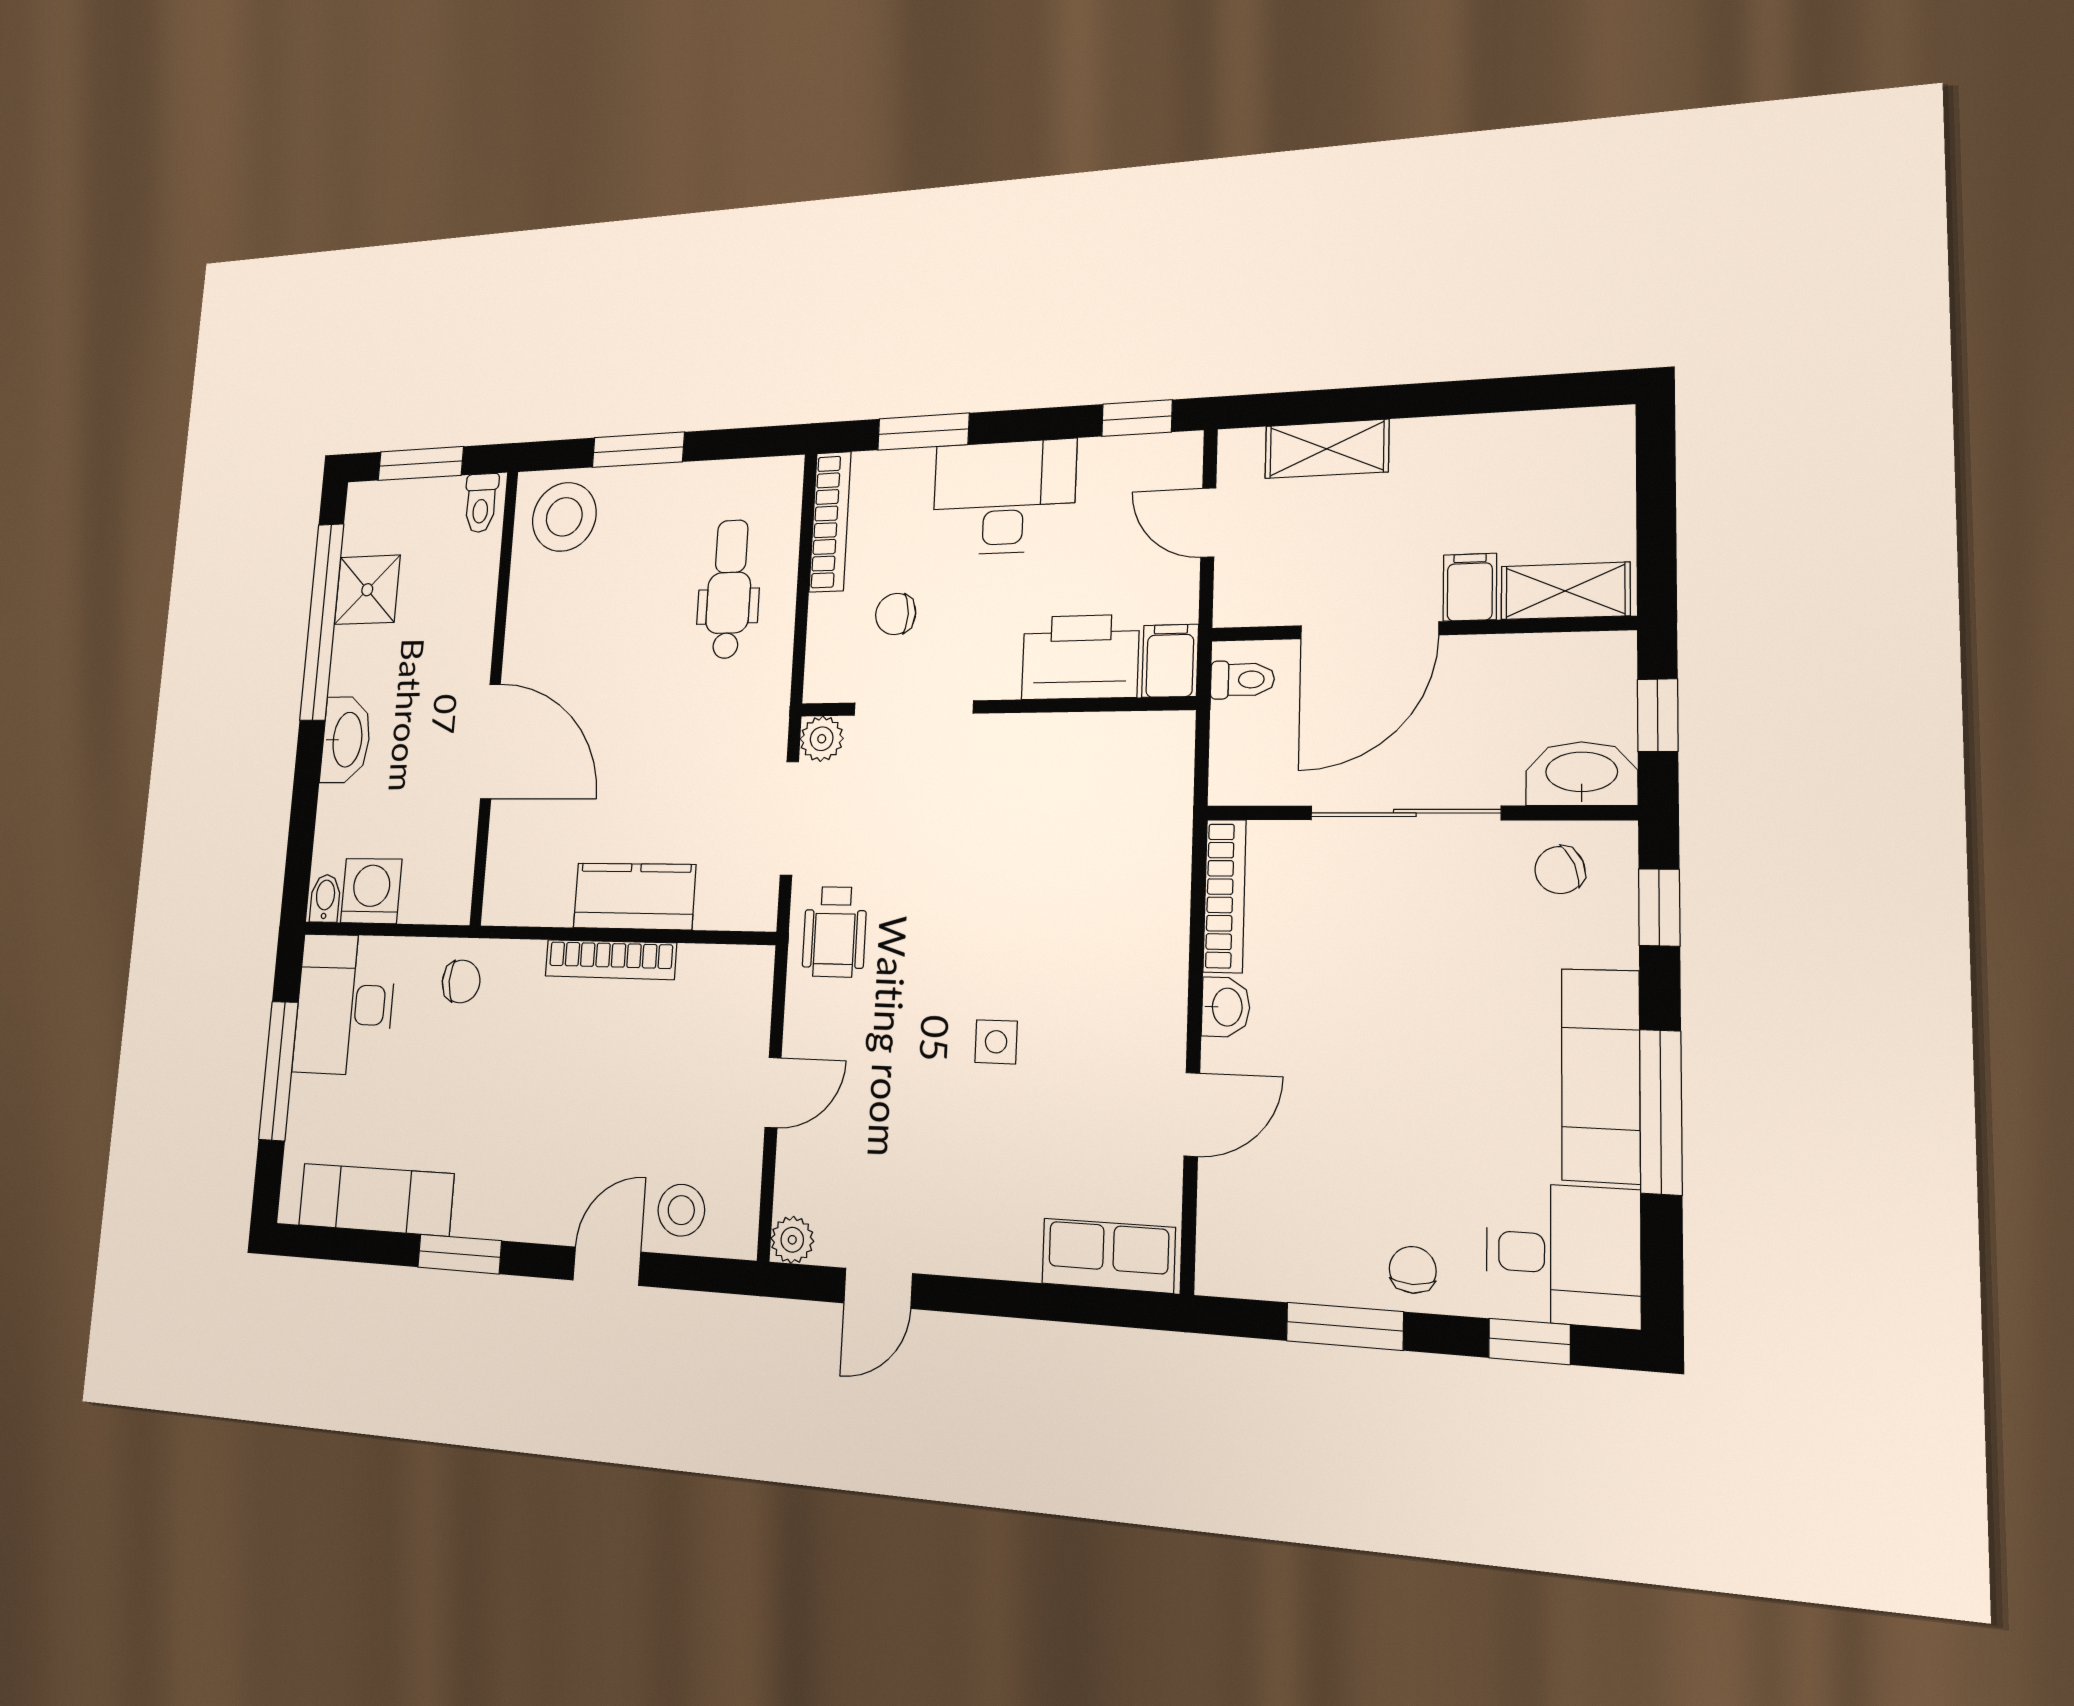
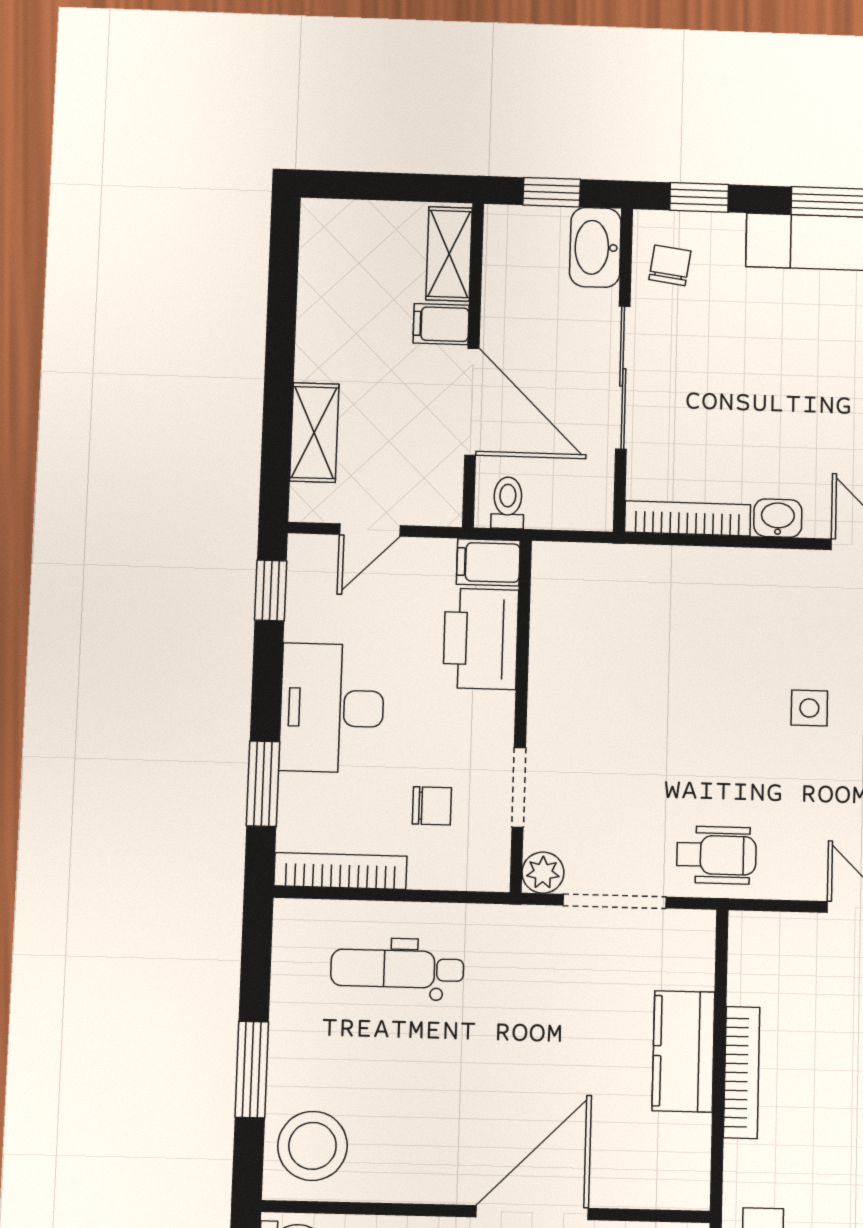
chair: (896, 614) -> (432, 806), turned -90
doorway: (913, 708) -> (519, 787), width x0.73
chair: (1560, 870) -> (670, 265), turned -149

